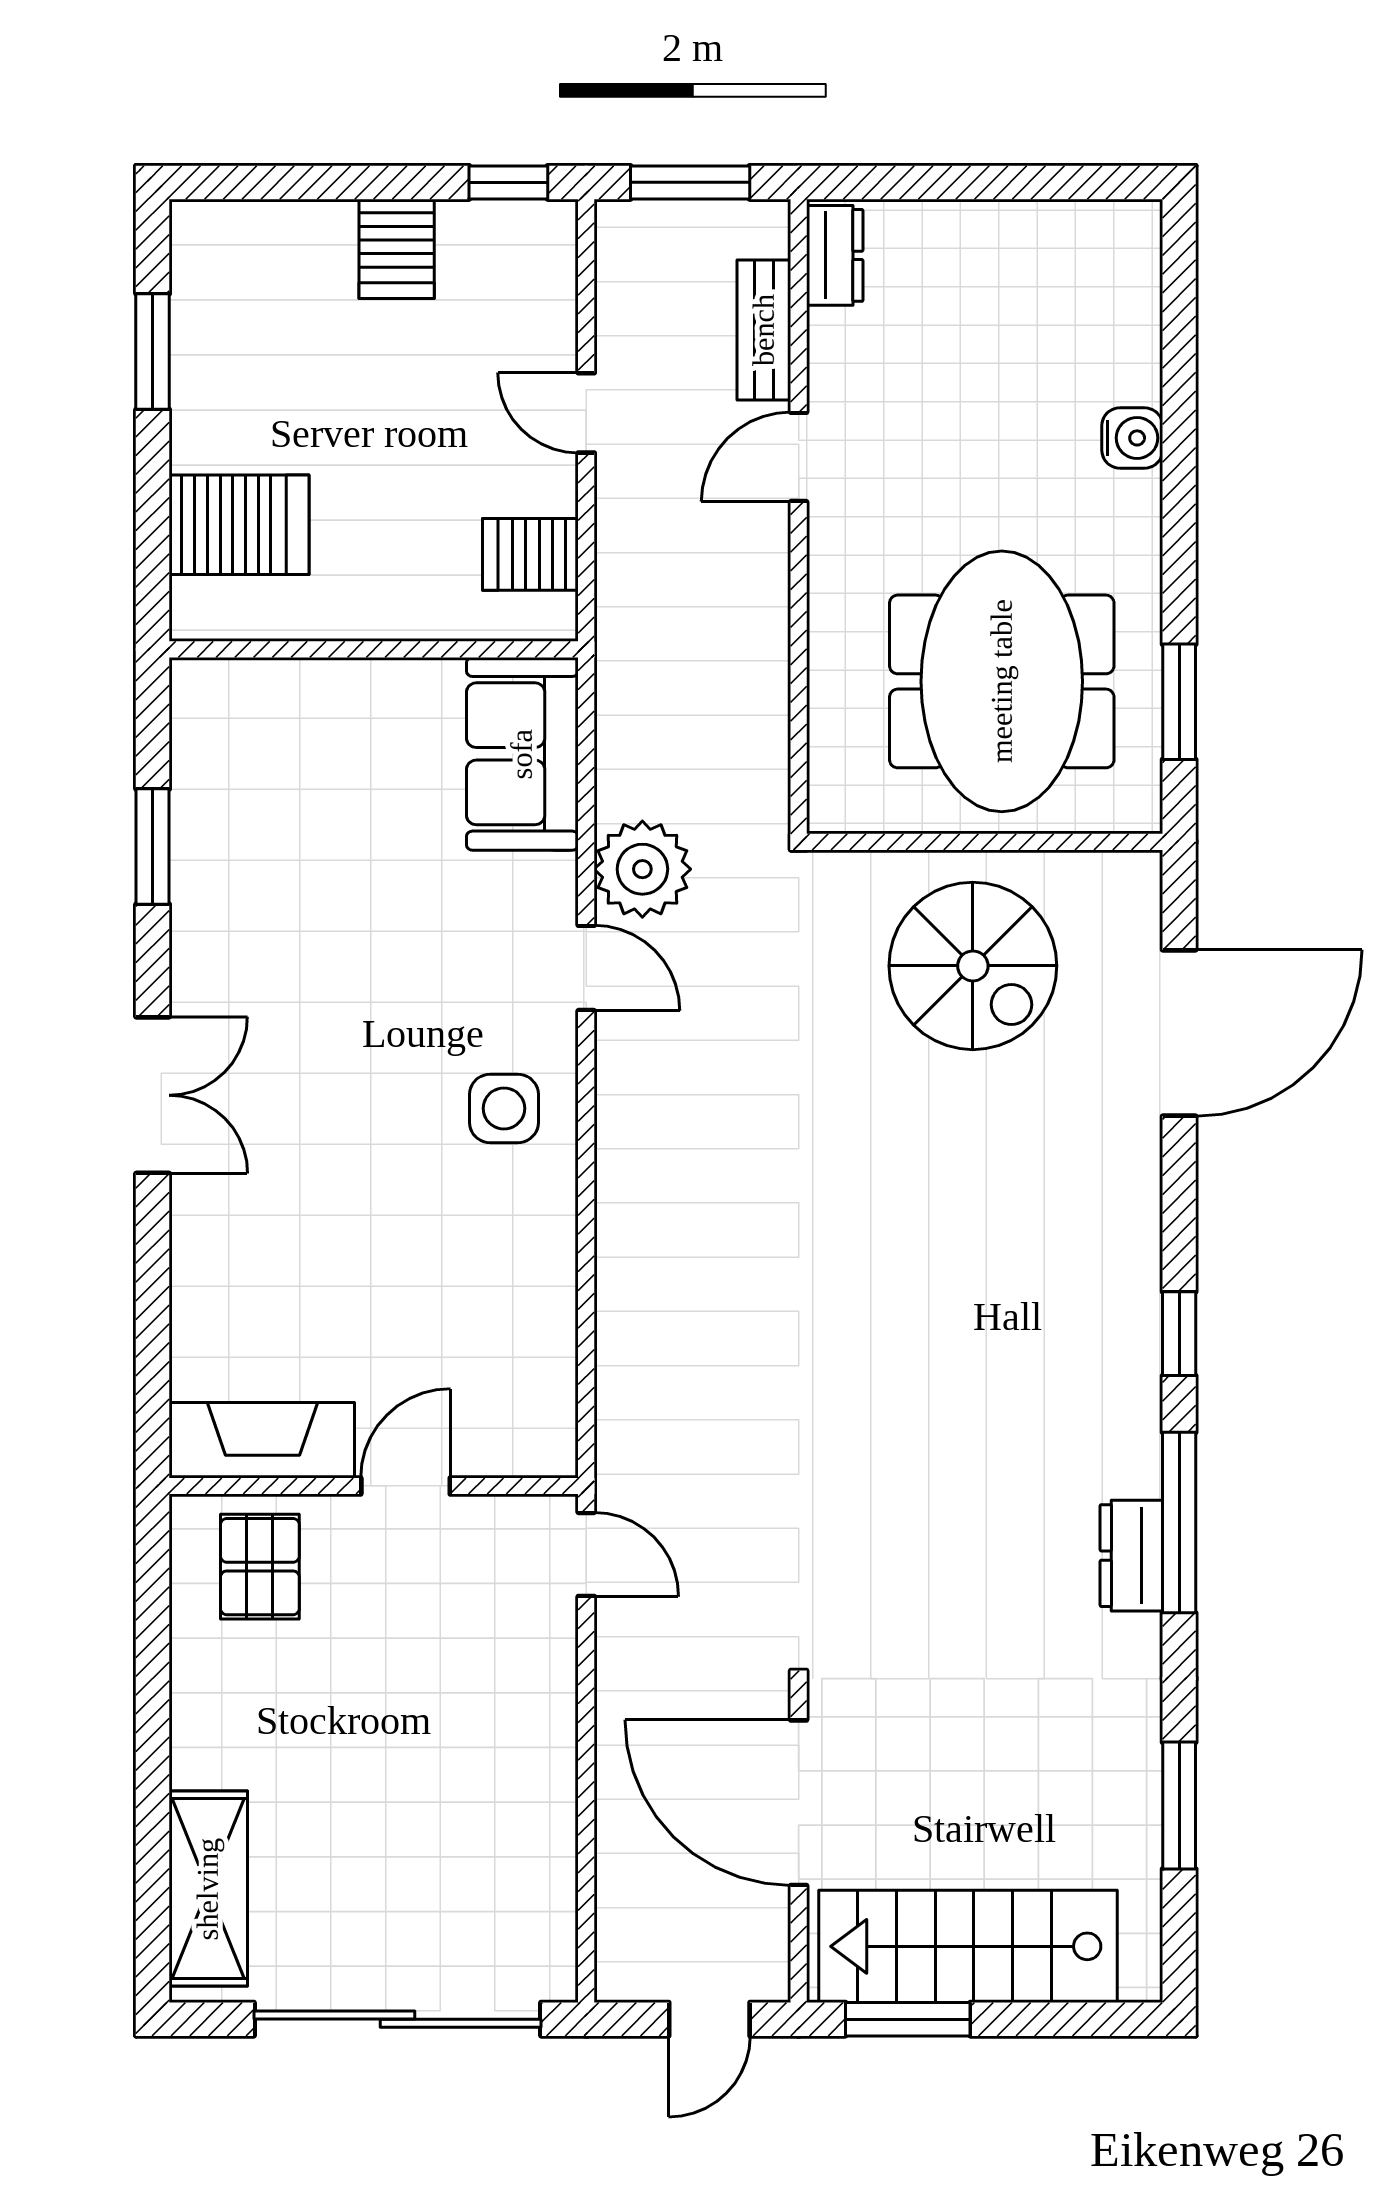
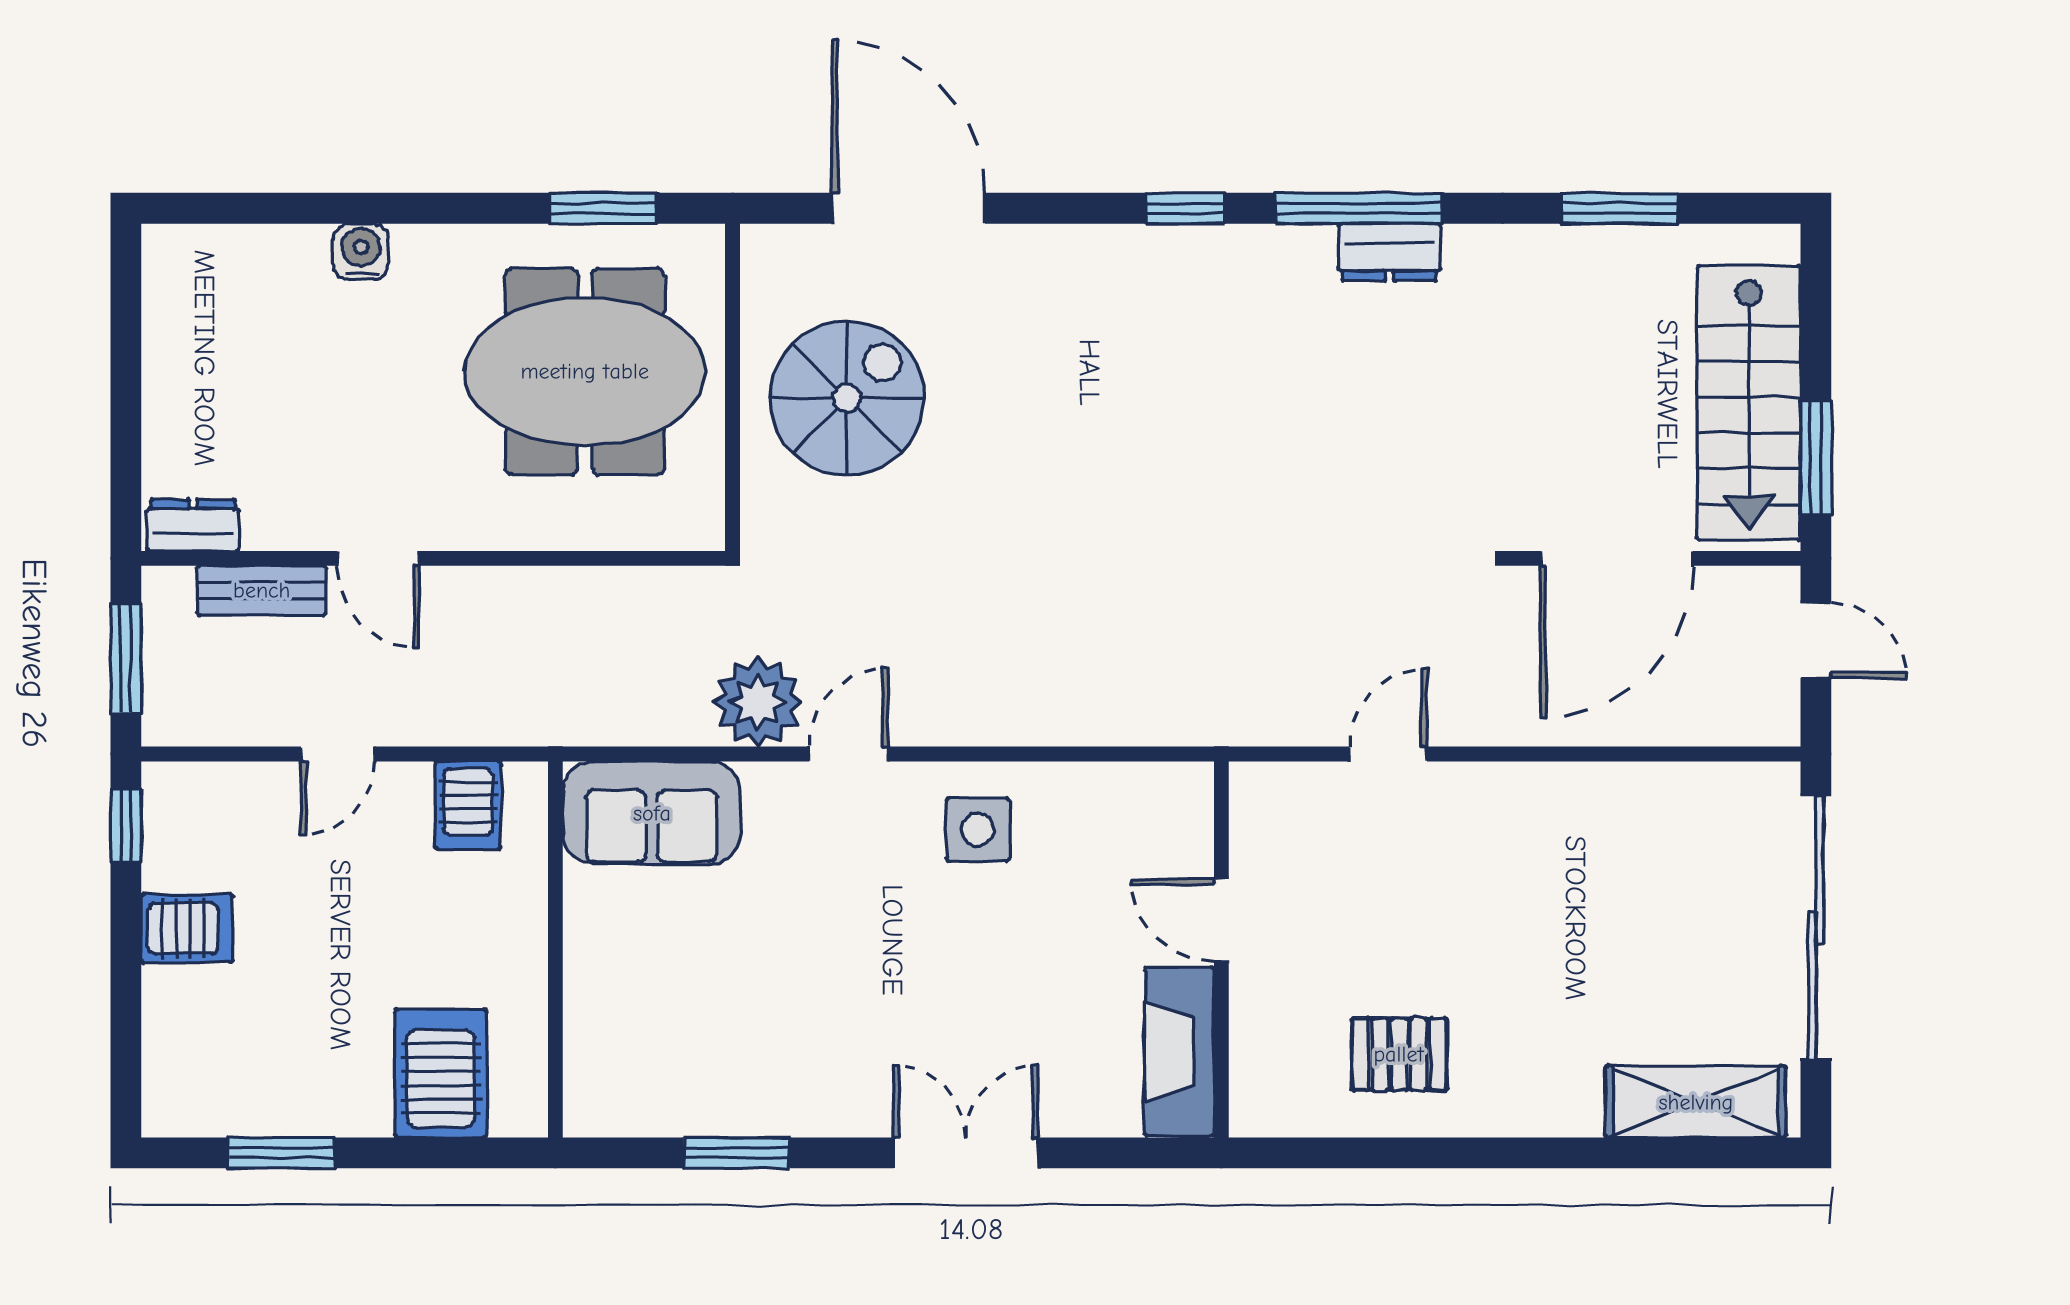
fireplace: (262, 1440) -> (1179, 1052), moved
wall: (374, 1486) -> (1221, 949), moved
door: (406, 1486) -> (1221, 920), moved

